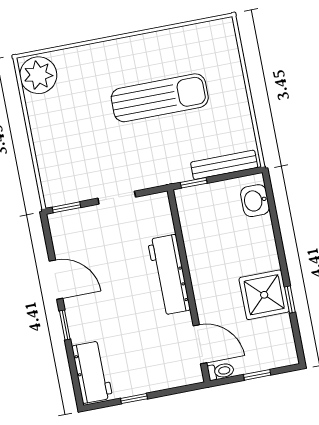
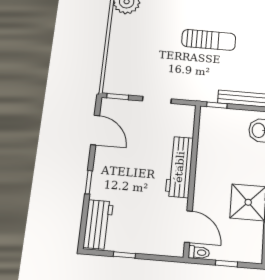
sun lounger: (160, 98) -> (209, 40), width x0.73, depth x0.75
door: (56, 280) -> (95, 130), moved

